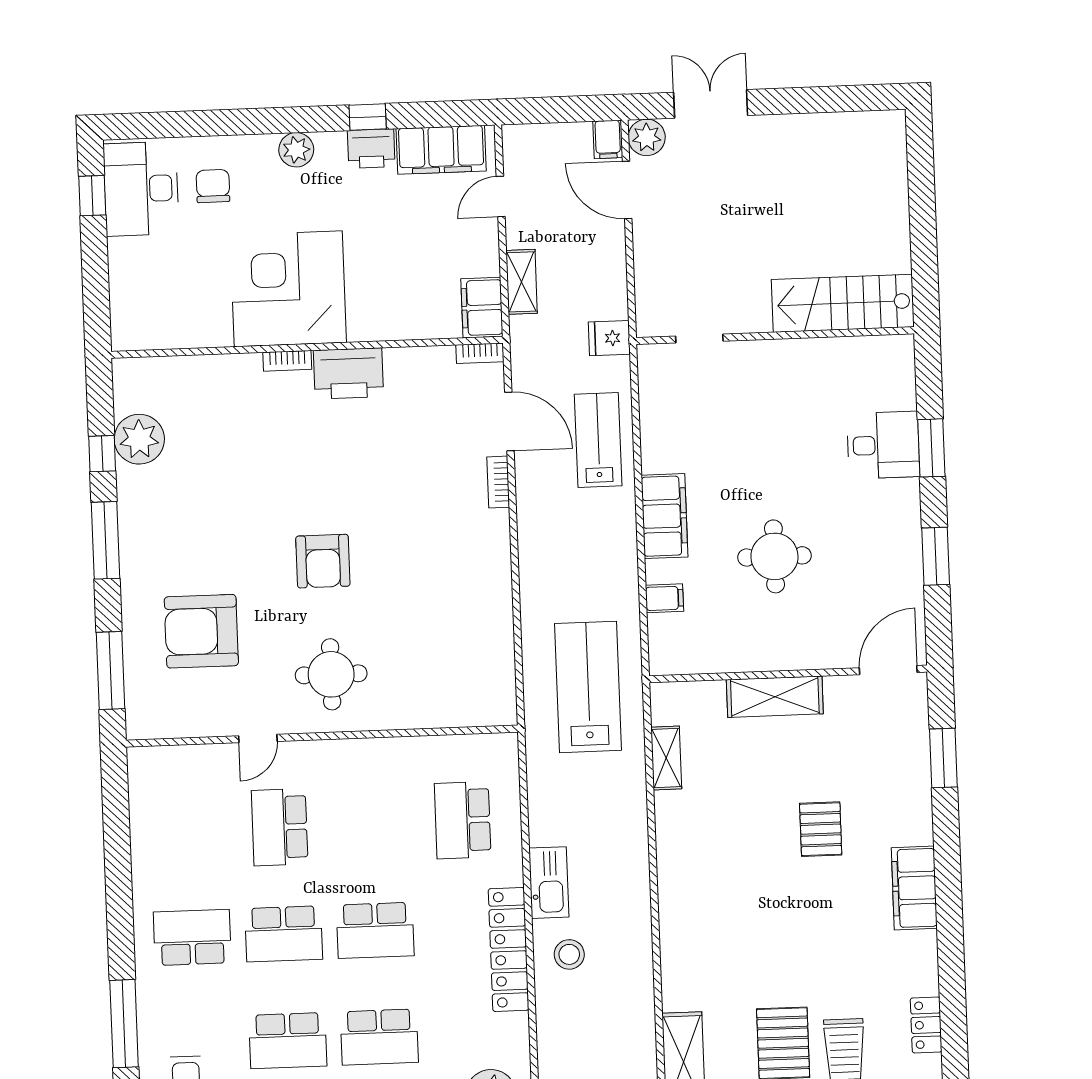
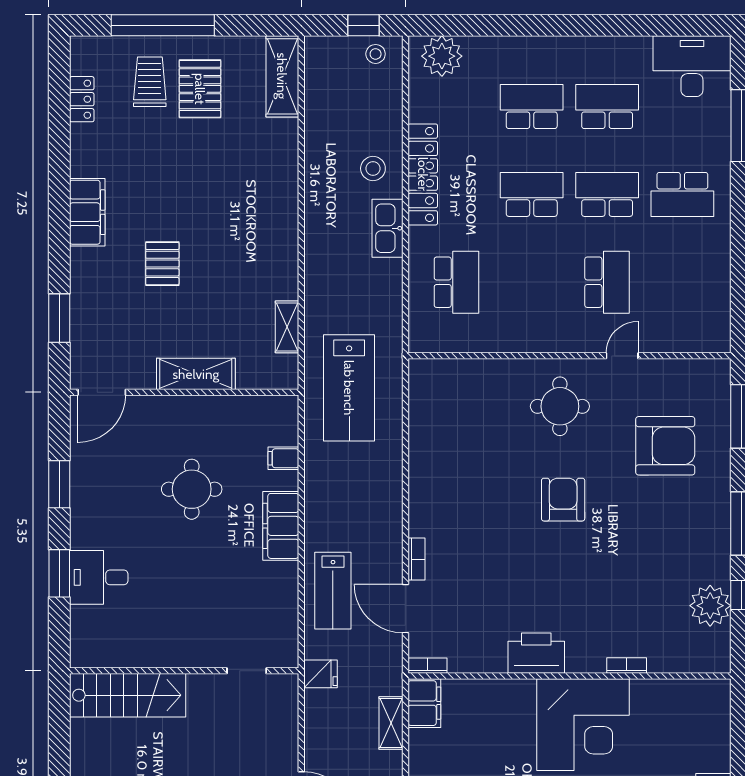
bookcase: (287, 361) -> (627, 665), moved

